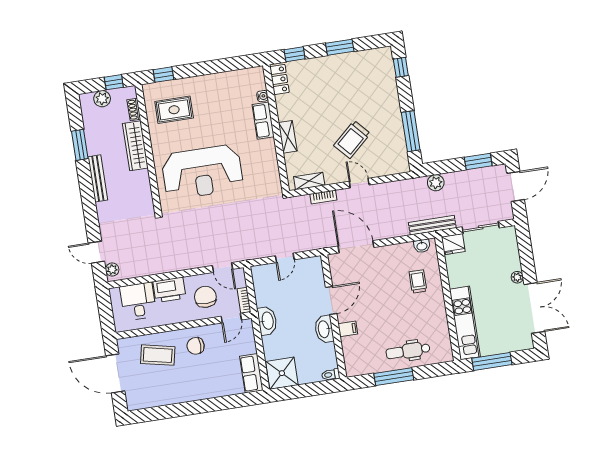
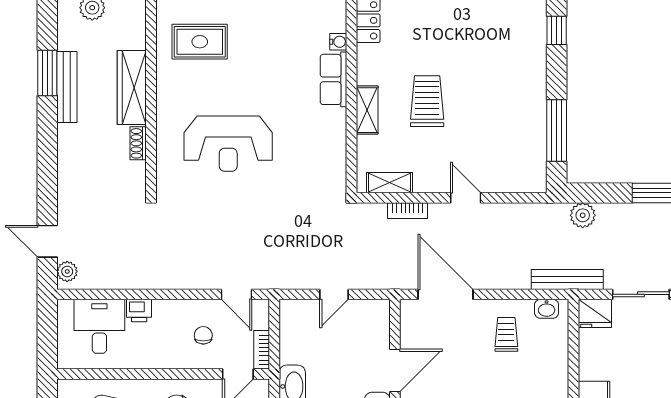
shoe rack: (134, 110) -> (138, 143), moved
trolley: (352, 139) -> (427, 101), moved, turned 132
reception desk: (202, 172) -> (228, 144), width x0.74, depth x0.77
bench: (98, 178) -> (67, 87), moved
trolley: (418, 281) -> (506, 334), moved
printer: (169, 290) -> (139, 310), width x0.53, depth x0.68
chair: (205, 297) -> (203, 335), width x0.54, depth x0.54

